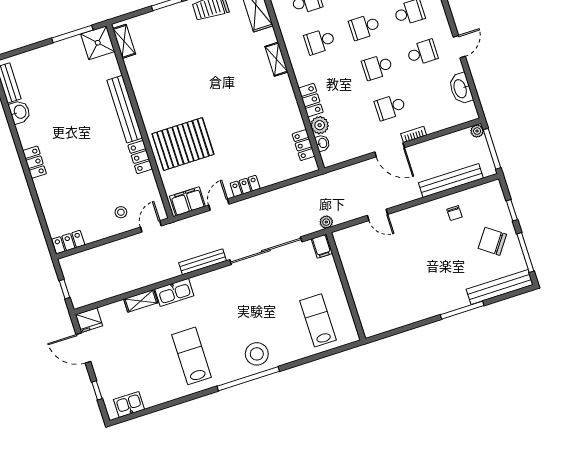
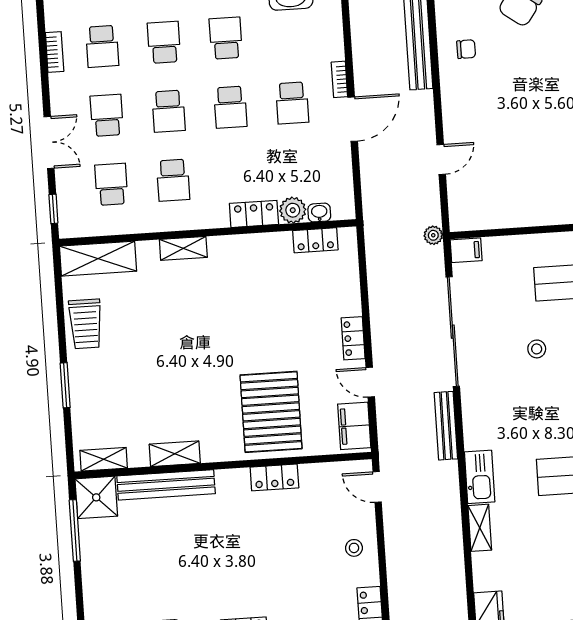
shelving: (139, 87) -> (175, 454), added
bench: (125, 109) -> (166, 485), moved
stool: (121, 212) -> (354, 548), moved
stool: (268, 309) -> (537, 349), added

